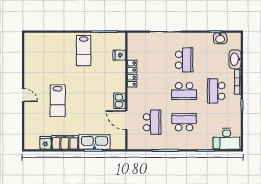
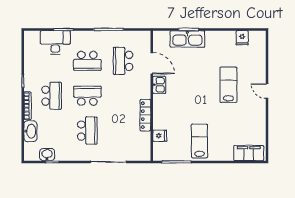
school desk: (184, 60) -> (87, 131), turned 180
desk: (227, 139) -> (55, 42), moved
filing cabinet: (65, 142) -> (249, 153), moved, turned 180

